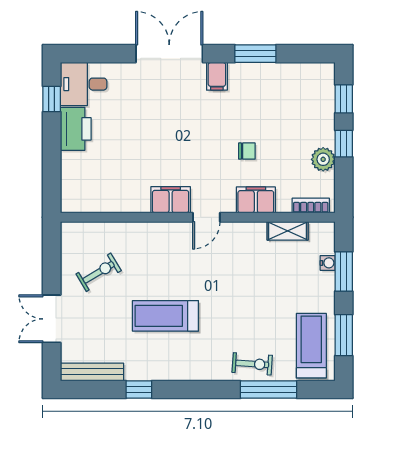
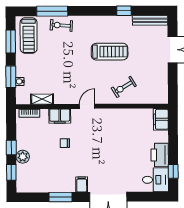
plant: (323, 159) -> (23, 157), moved
filing cabinet: (171, 200) -> (161, 119), moved, turned 90
exercise bike: (99, 272) -> (124, 87), moved

